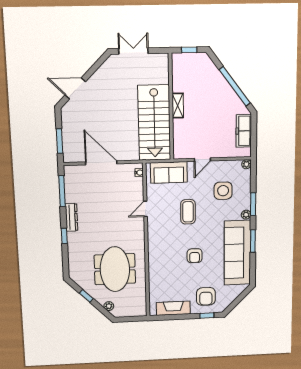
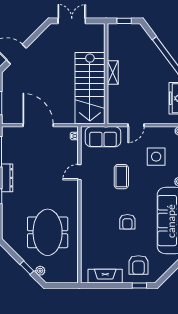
window: (86, 296) -> (27, 268), moved

